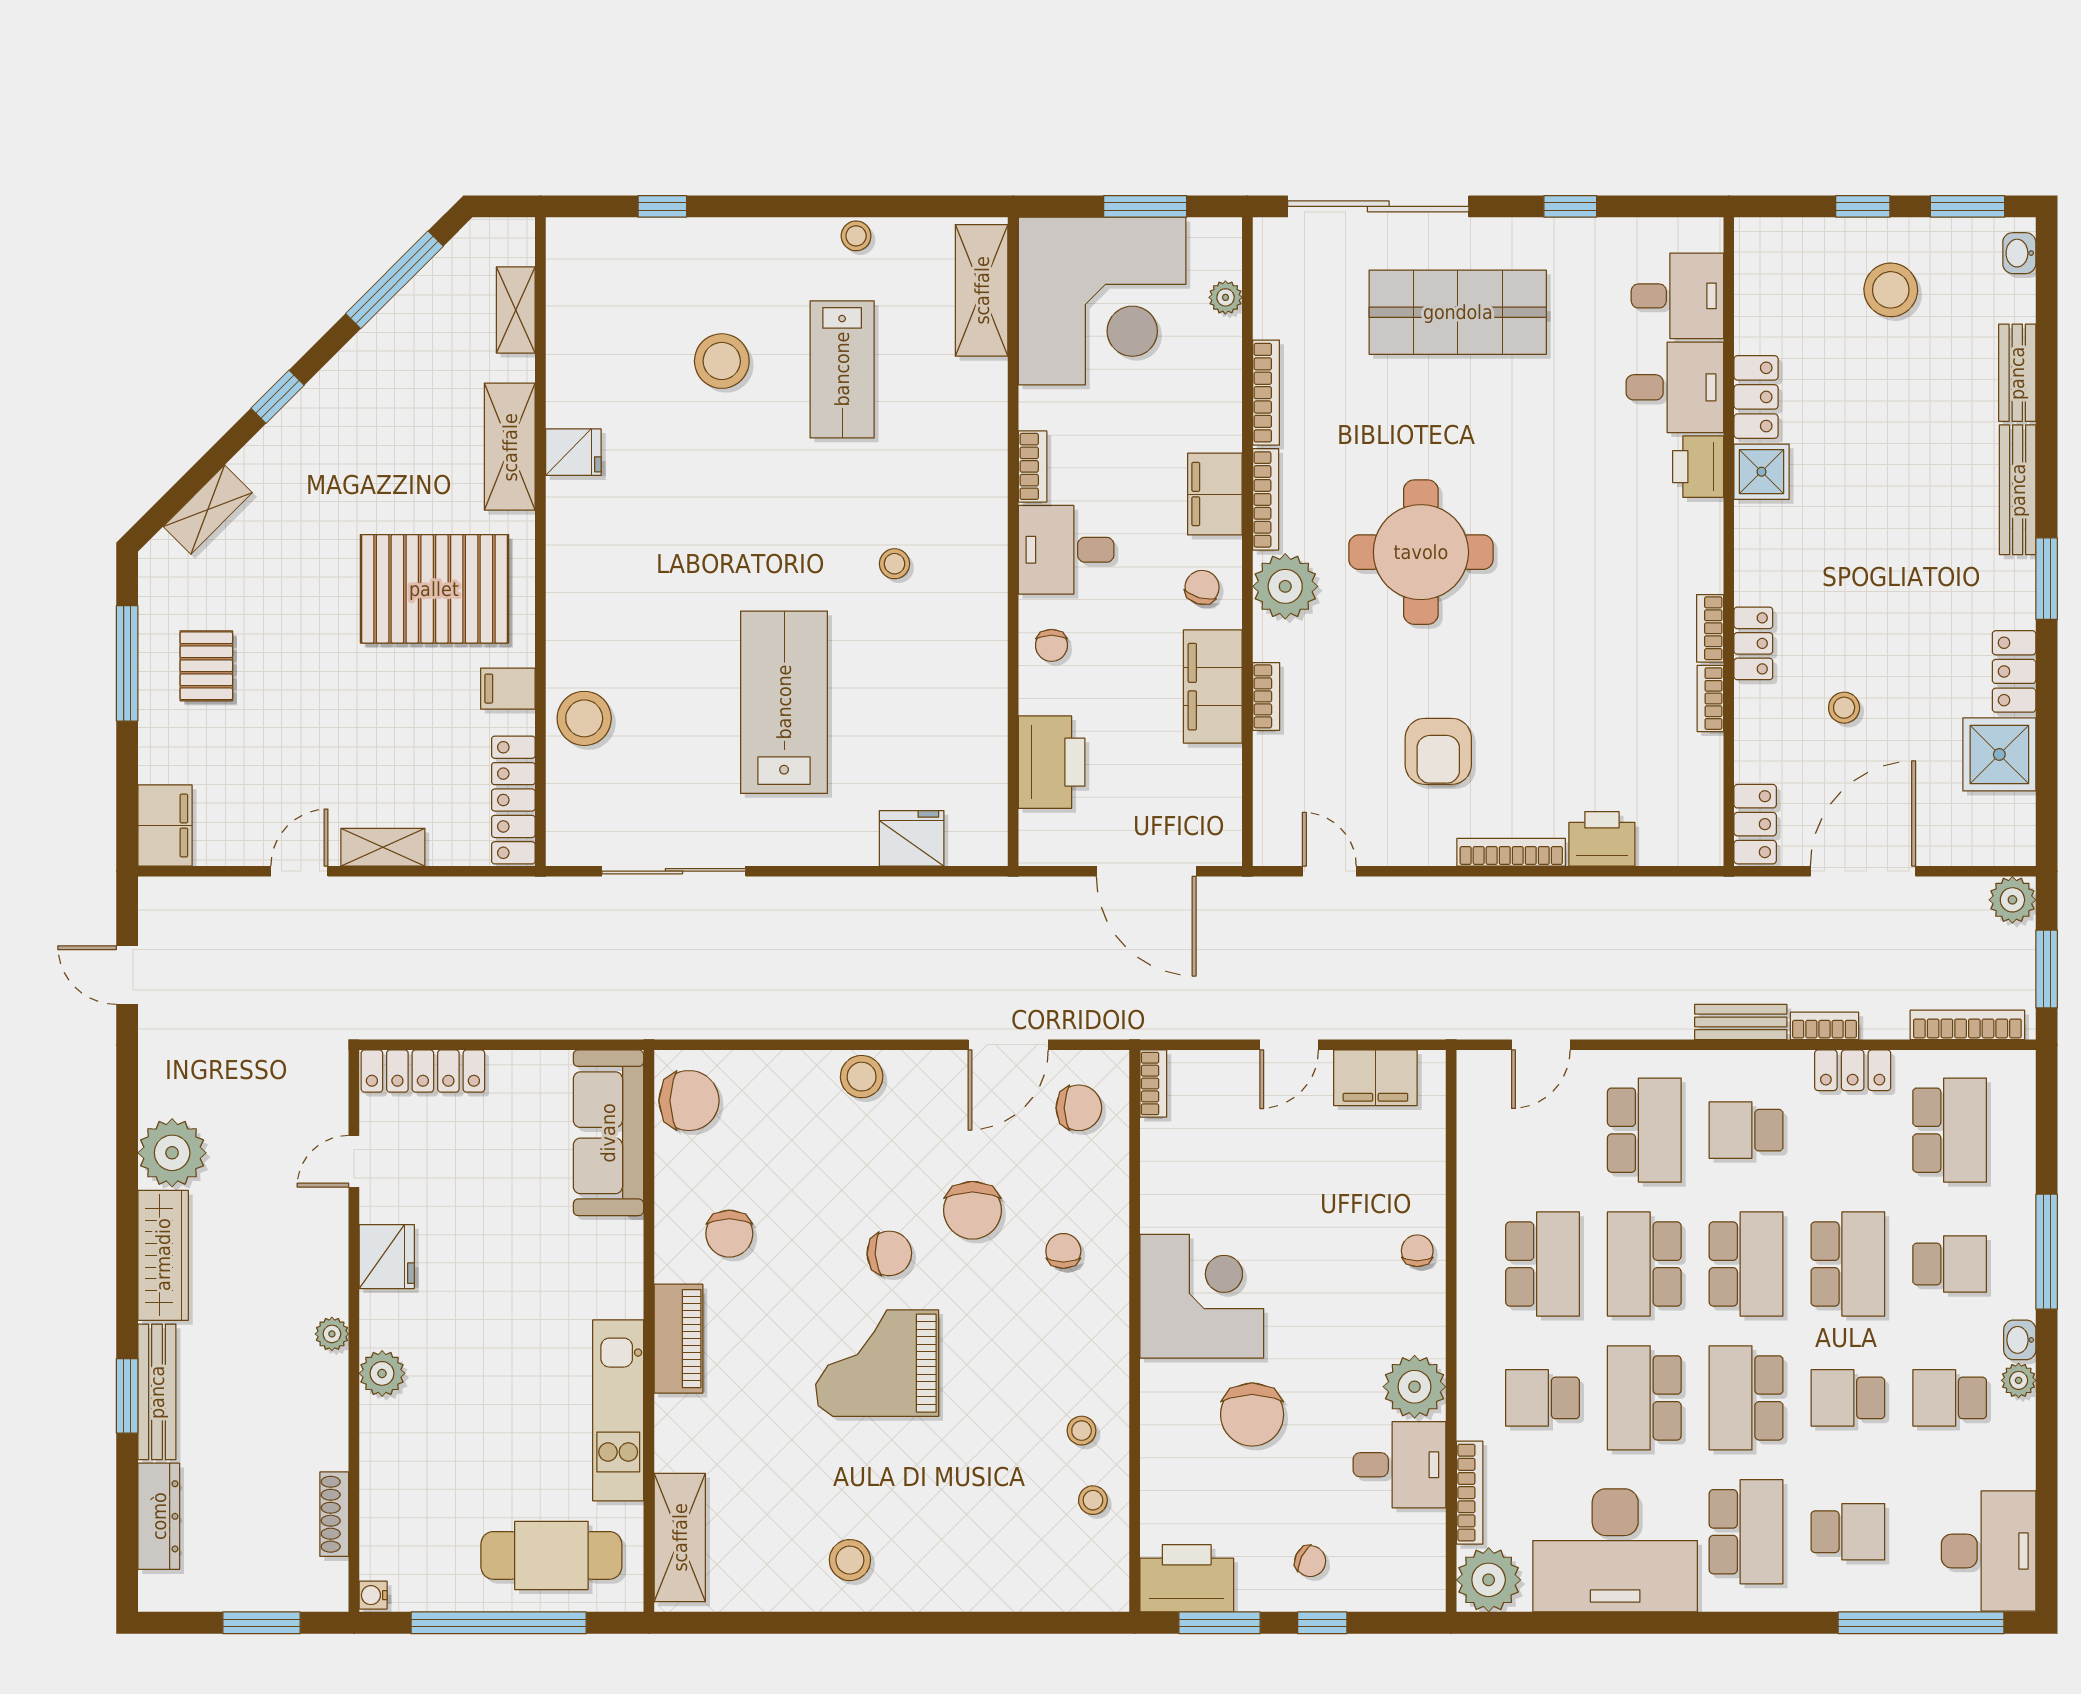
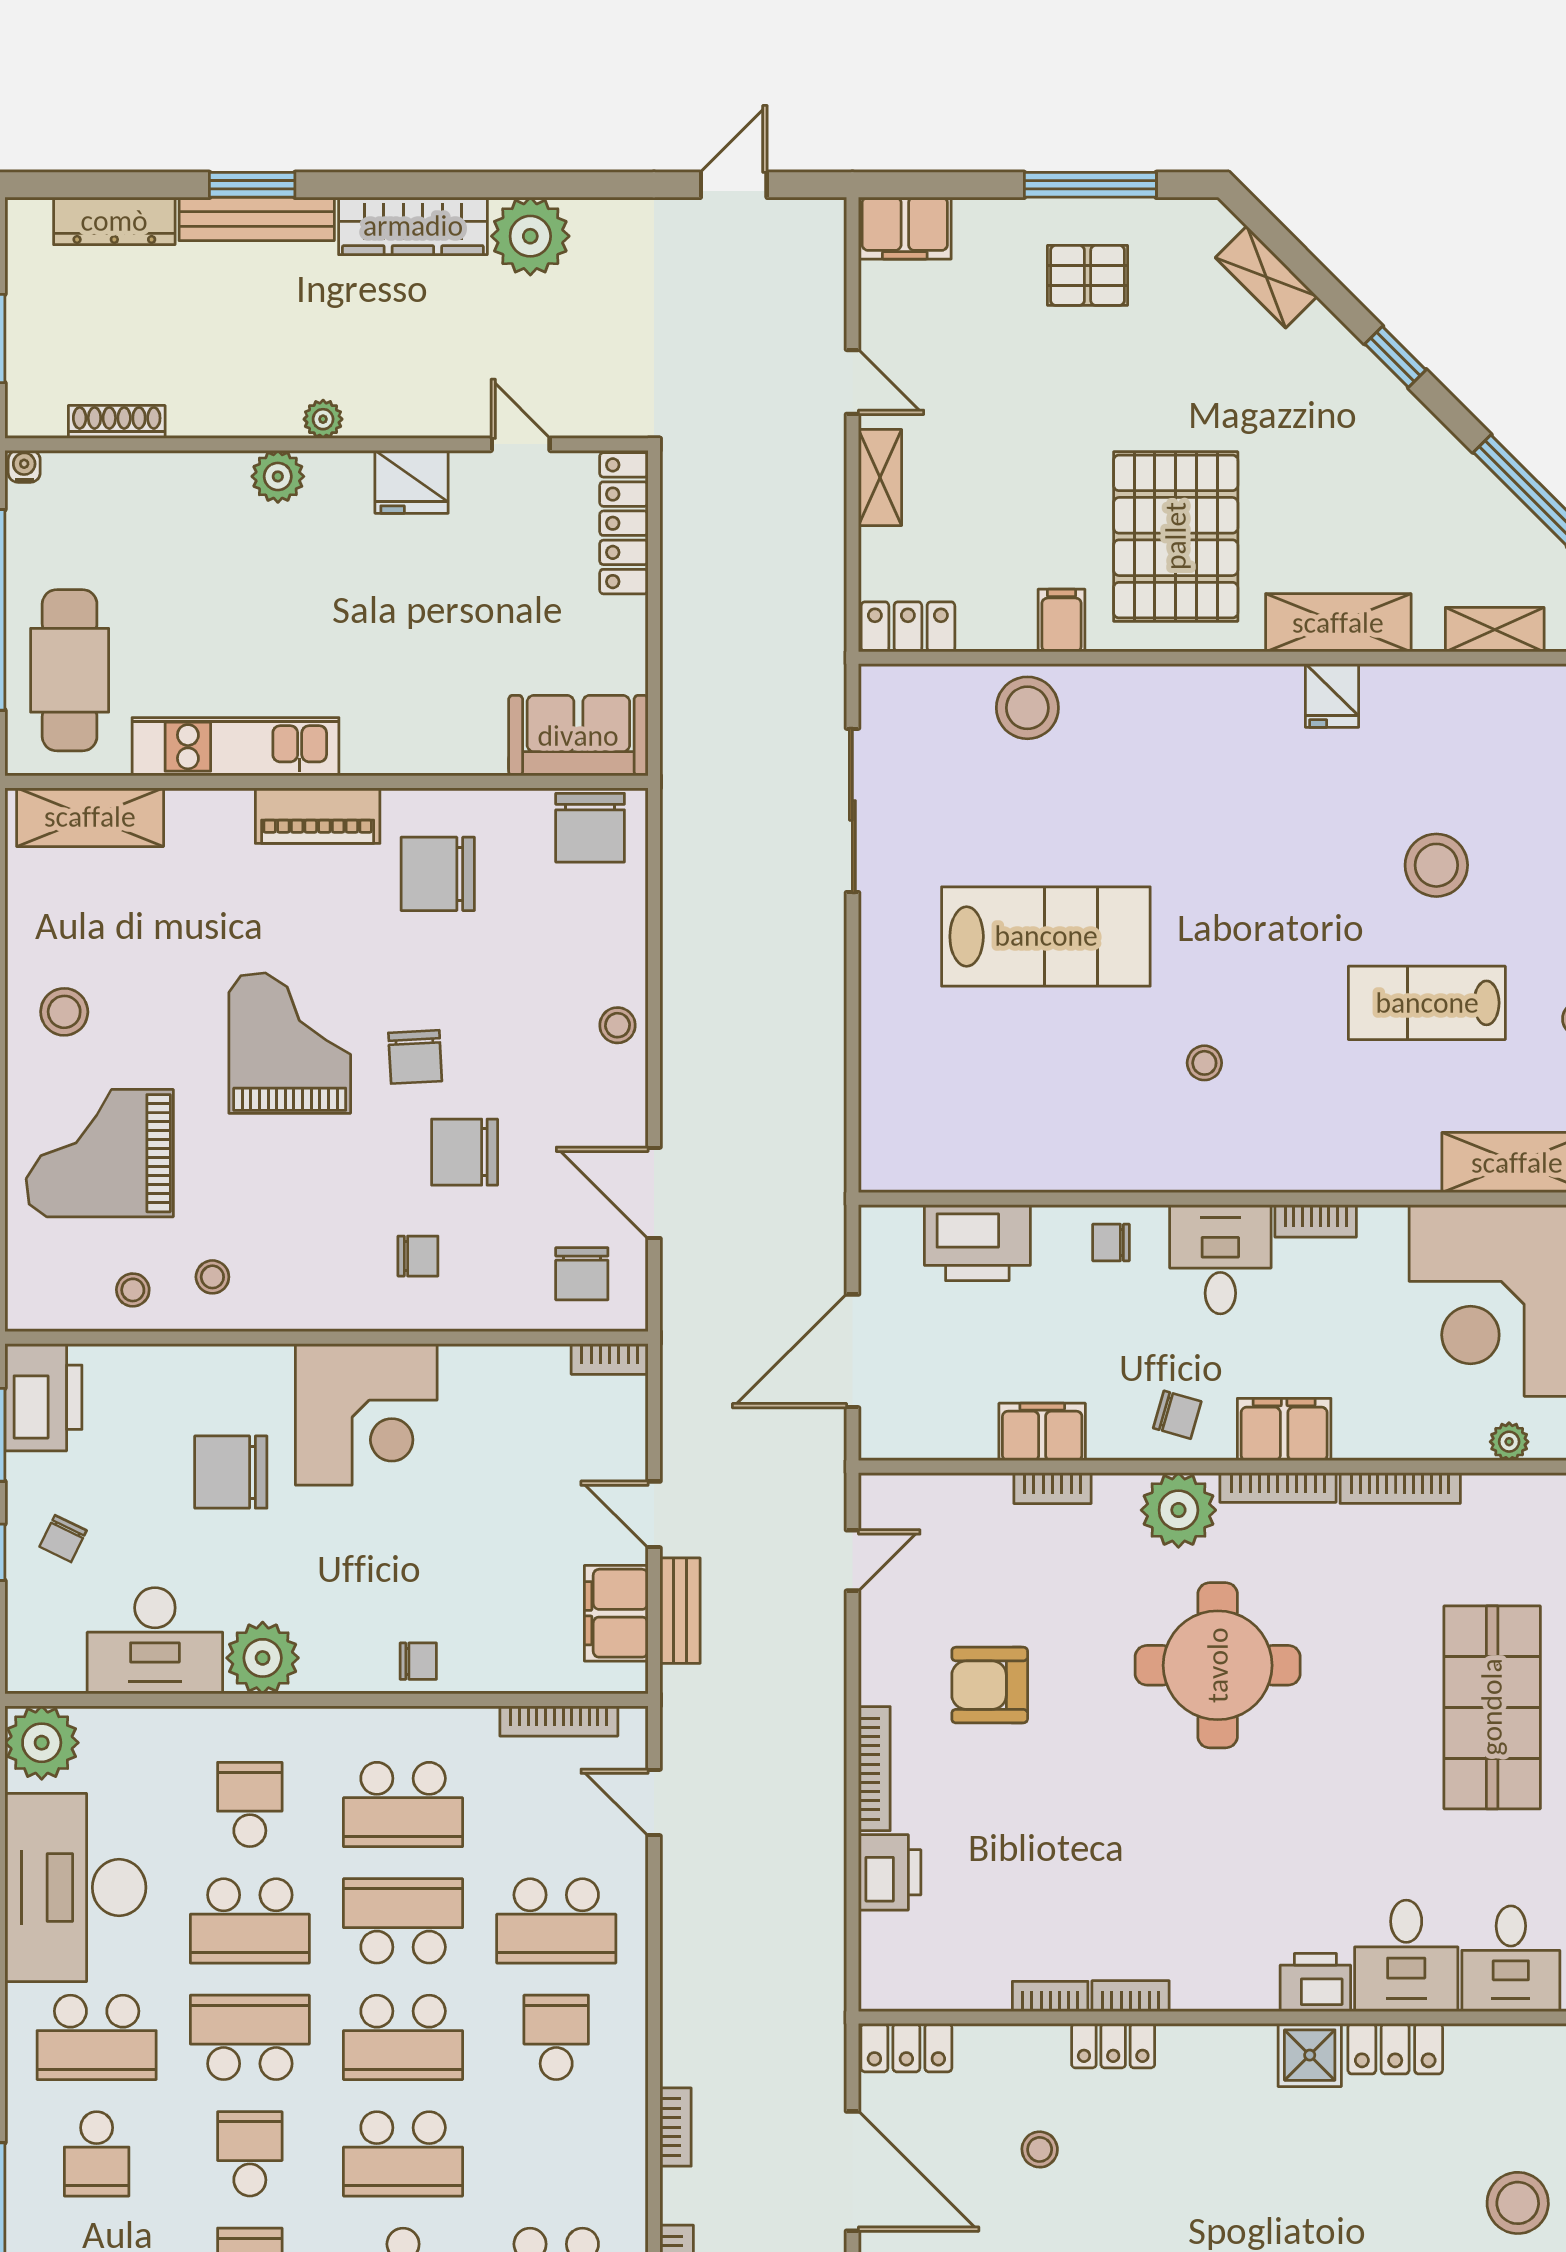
filing cabinet: (1213, 687) -> (1042, 1432), width x0.67, depth x0.86
locker: (513, 800) -> (908, 627), width x0.66
fridge: (912, 838) -> (890, 1083), removed
bench: (1741, 1022) -> (680, 1611), moved
locker: (1853, 1070) -> (625, 2159), removed
stool: (862, 1077) -> (618, 1025), width x0.73, depth x0.73
sofa: (608, 1133) -> (578, 736), width x0.73
chair: (729, 1234) -> (438, 874), width x1.37, depth x1.37
school desk: (1644, 1398) -> (250, 1921), turned 180
desk: (1399, 1465) -> (155, 1641), width x1.37
bookcase: (1470, 1493) -> (559, 1721), moved
grand piano: (973, 1529) -> (100, 1153), added

